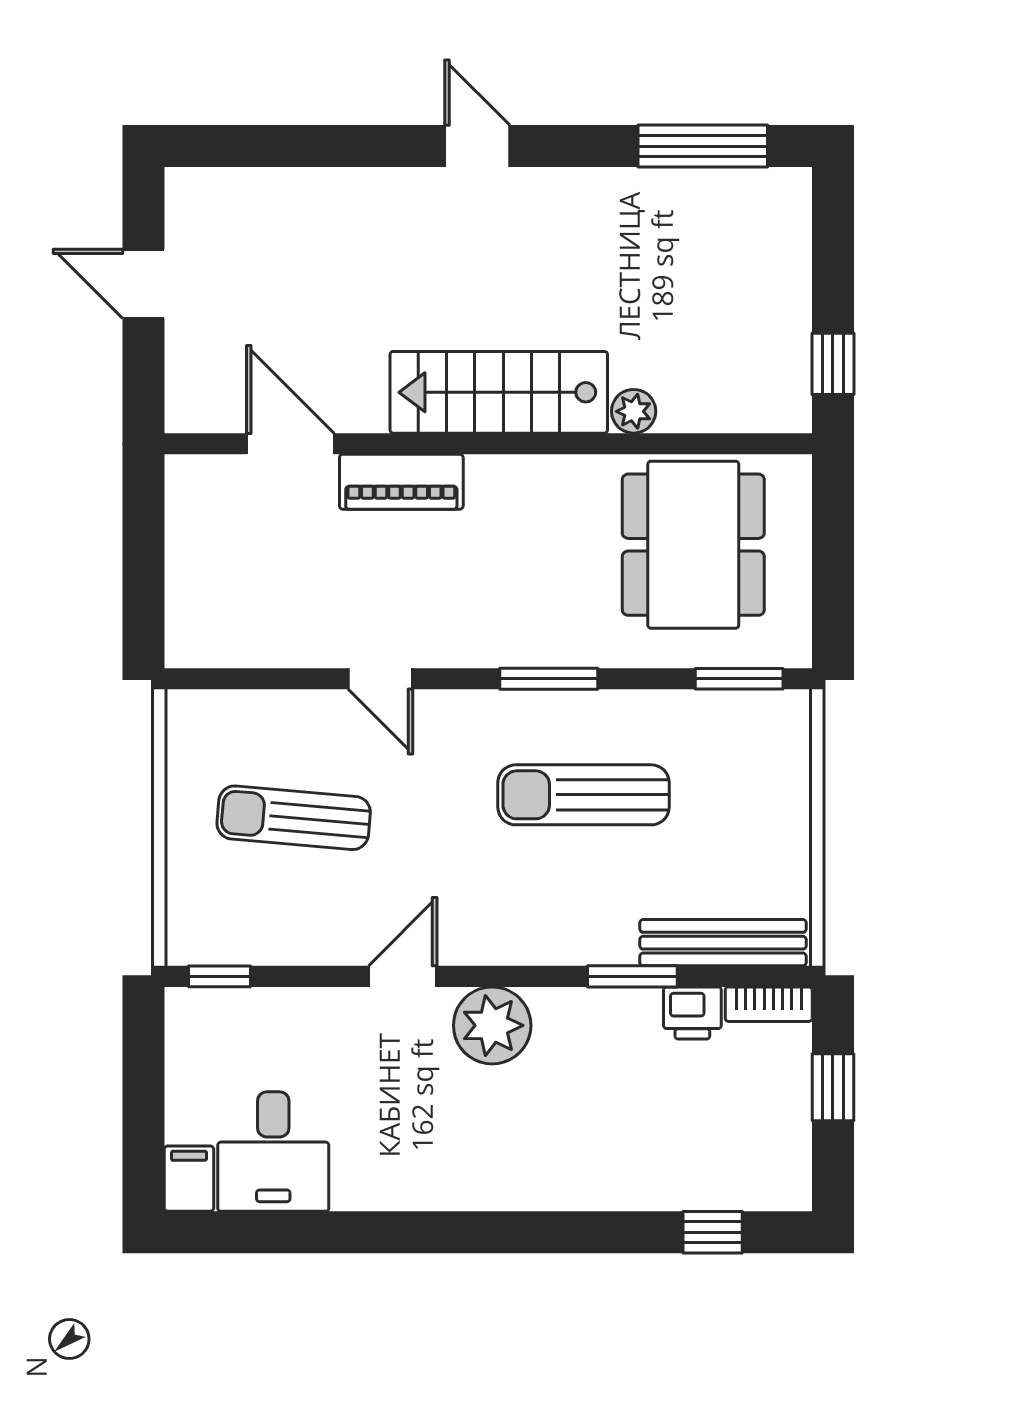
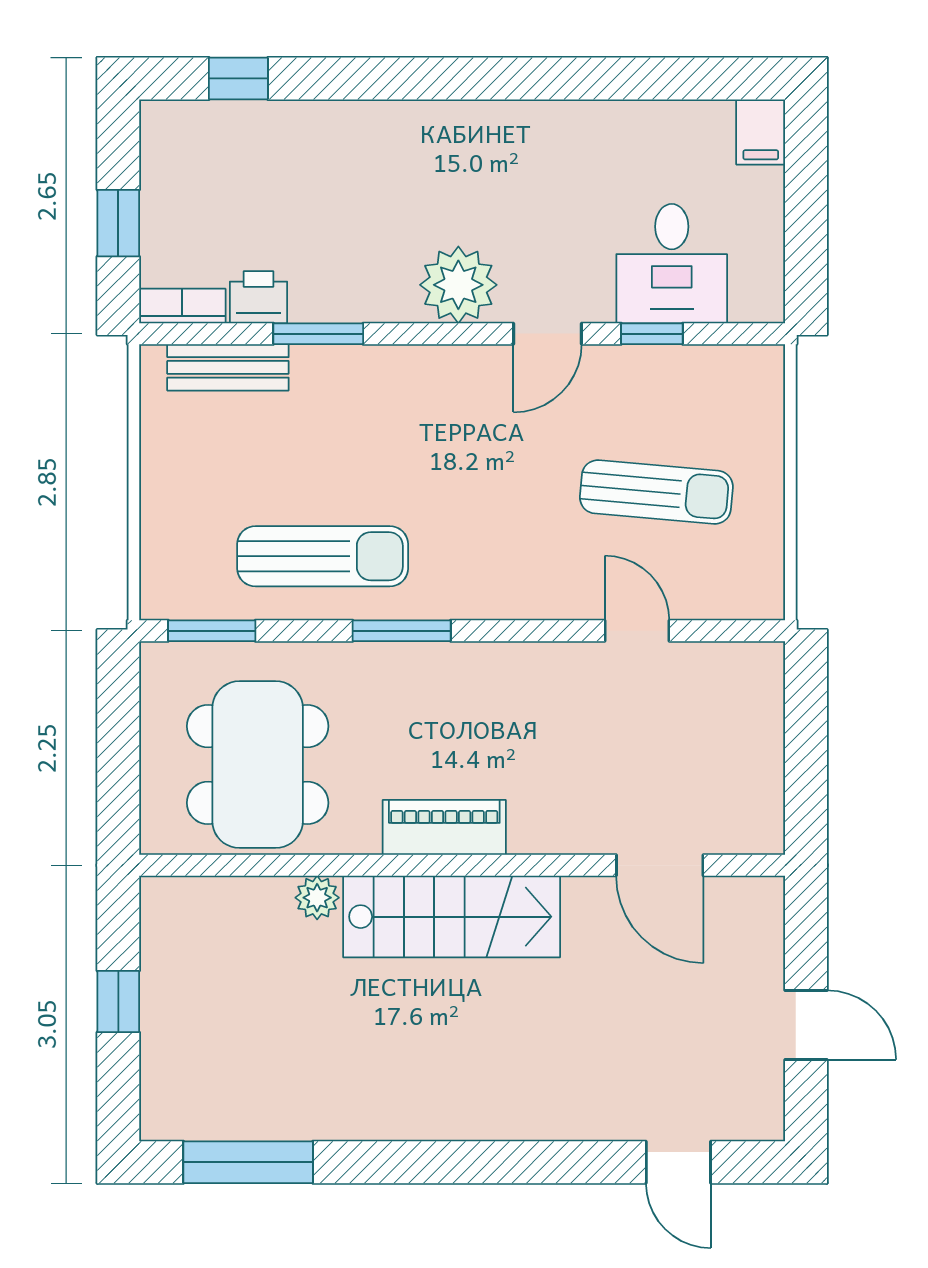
door: (477, 146) -> (678, 1162), moved
window: (833, 364) -> (118, 1002), moved
piano: (401, 482) -> (444, 827), moved
door: (380, 679) -> (637, 631), moved
sun lounger: (584, 795) -> (323, 556), moved
bench: (723, 943) -> (228, 367), width x0.73
window: (220, 976) -> (652, 334), moved
desk: (273, 1152) -> (672, 264), moved, turned 180

